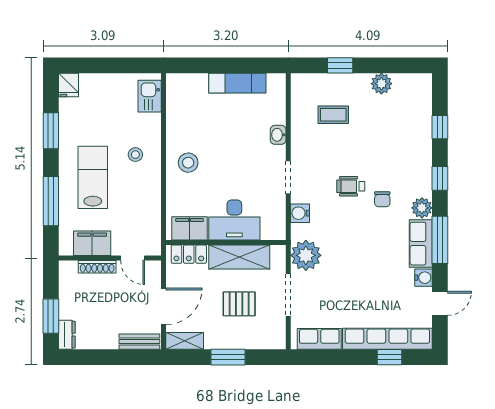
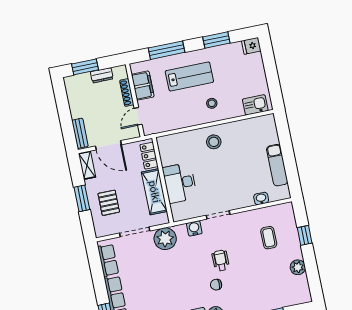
washbasin: (278, 135) -> (261, 199), moved
filing cabinet: (190, 228) -> (167, 152), removed
pallet: (239, 304) -> (109, 203), moved
dresser: (67, 335) -> (102, 75), moved

